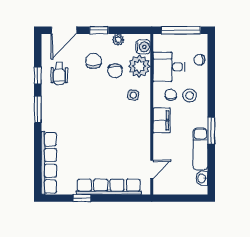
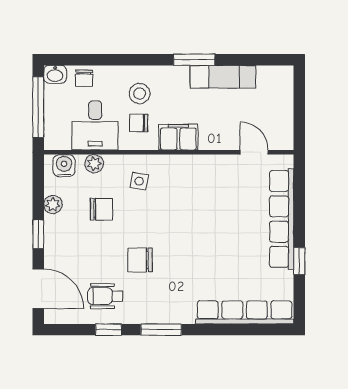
chair: (94, 61) -> (140, 260), moved
plant: (139, 66) -> (94, 164), width x0.53, depth x0.53
wheelchair: (59, 73) -> (105, 296), turned 180
washbasin: (202, 178) -> (55, 74), moved

